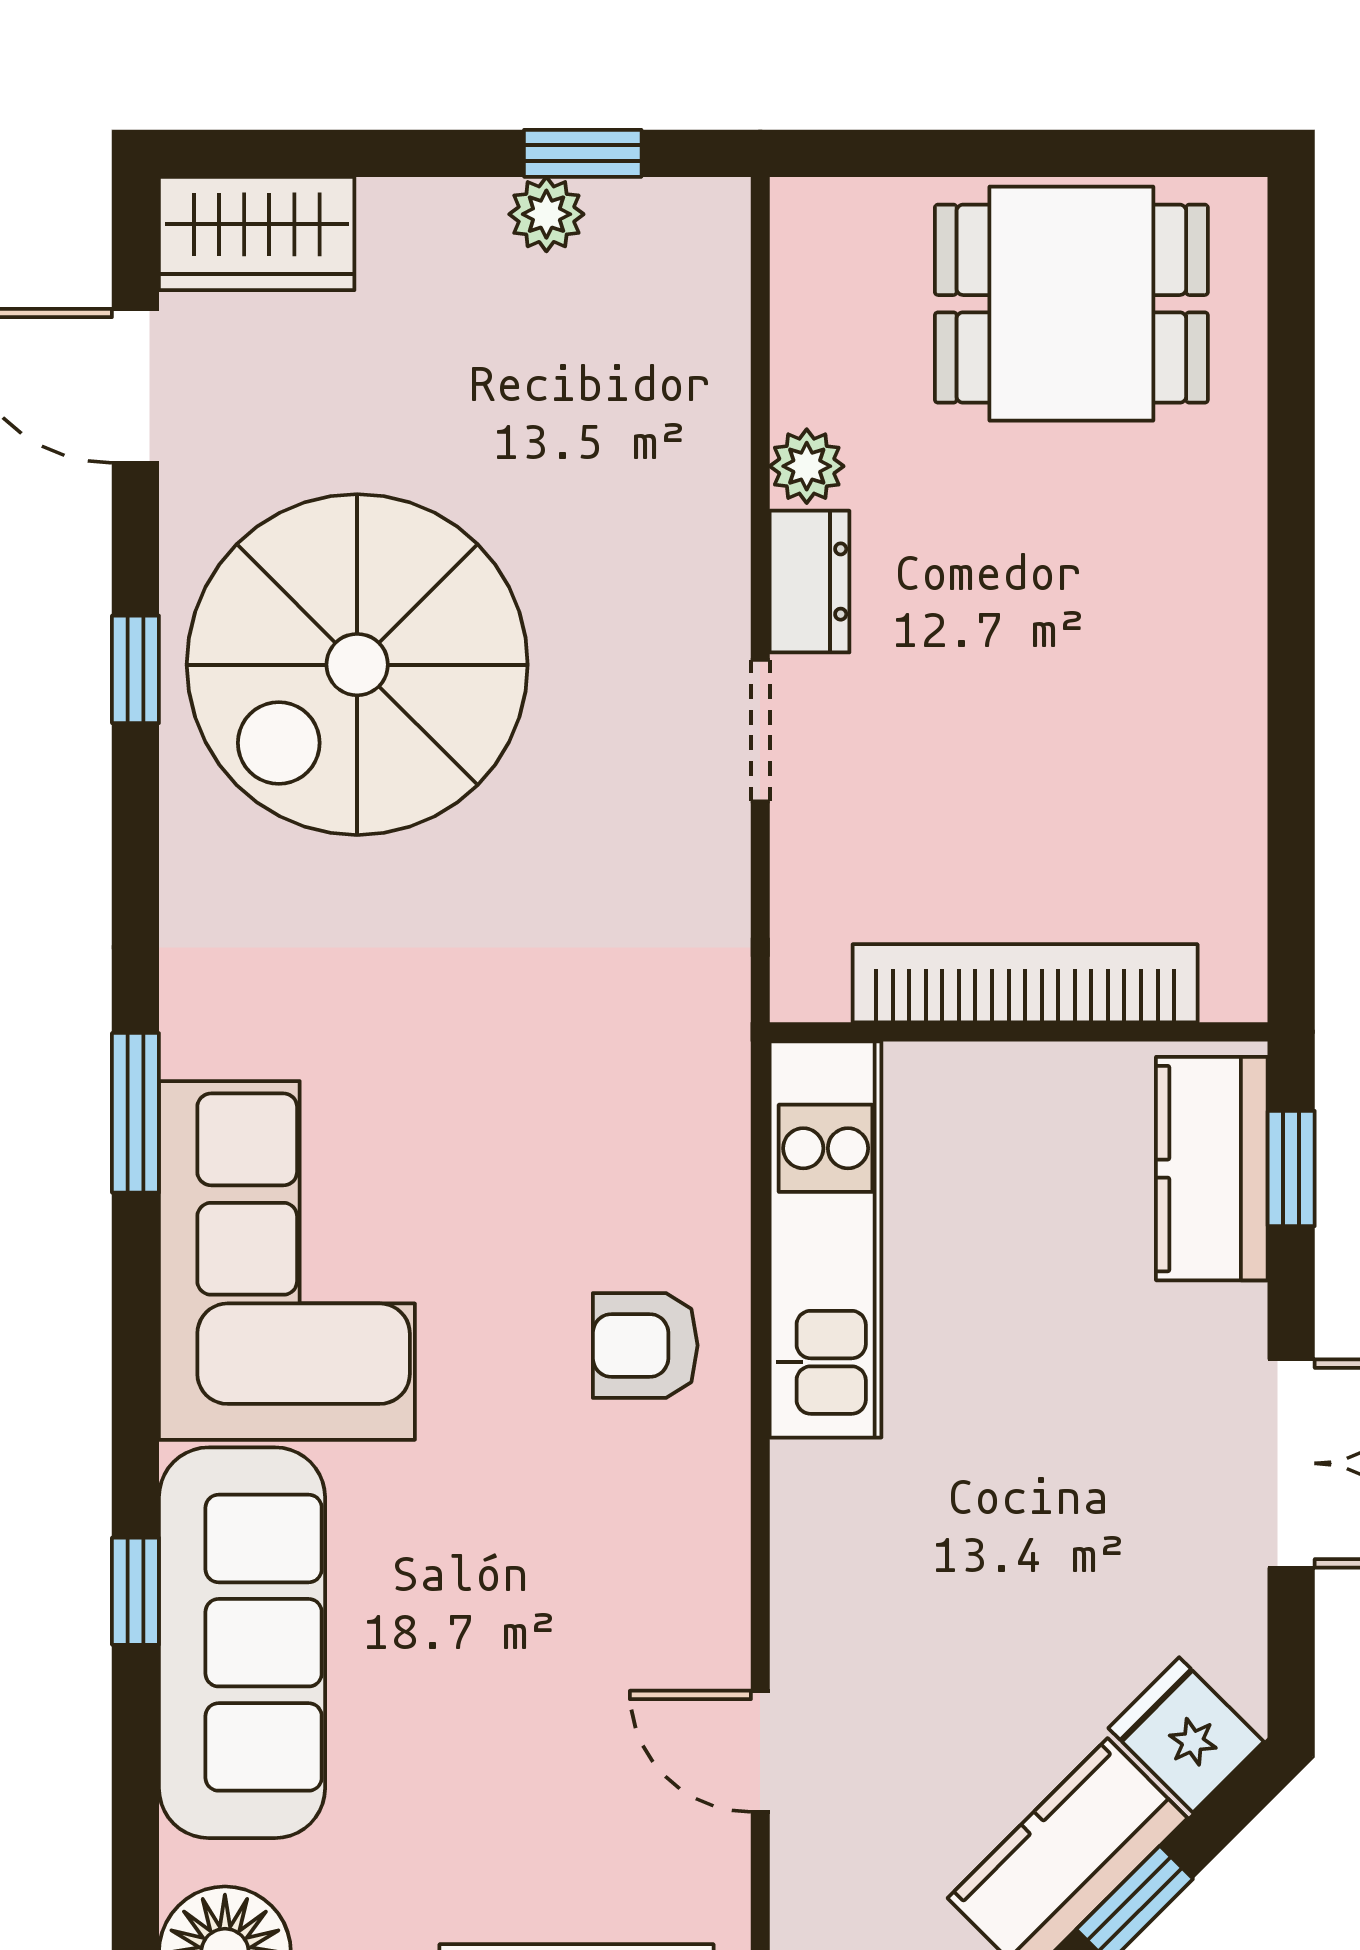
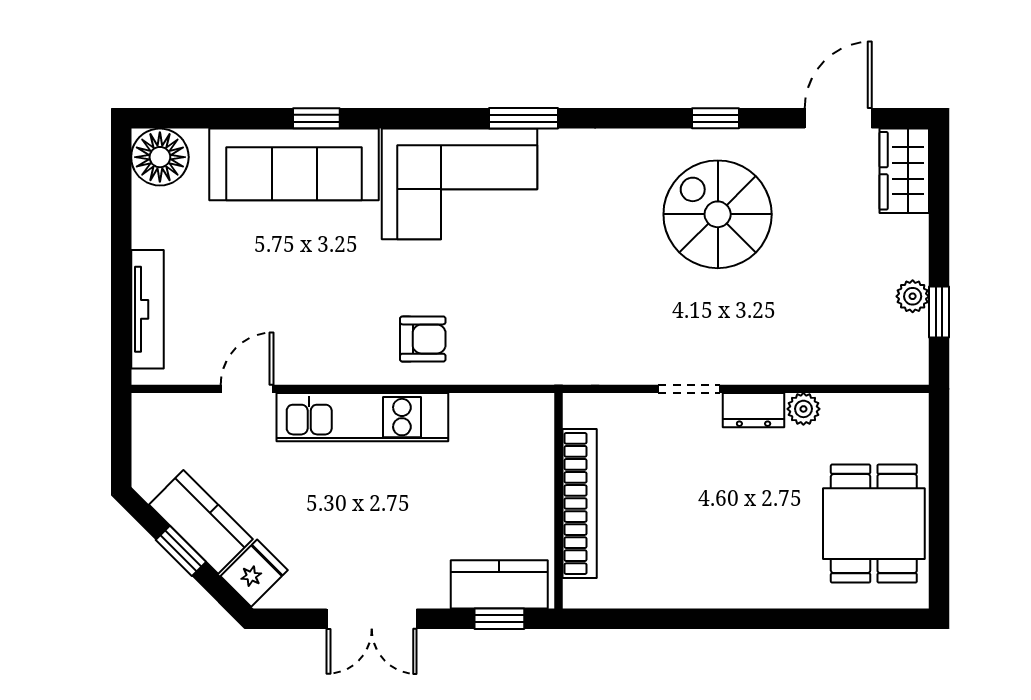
spiral stairs: (357, 665) -> (718, 214), width x0.73, depth x0.73
kitchen unit: (826, 1239) -> (362, 417), moved
armchair: (645, 1345) -> (423, 339), turned 90

